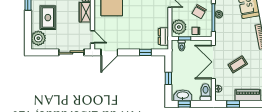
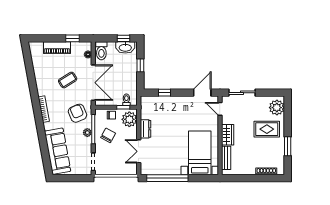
rug: (48, 18) -> (267, 129), turned 90
armchair: (228, 33) -> (77, 113), added
dresser: (163, 36) -> (146, 129), moved

